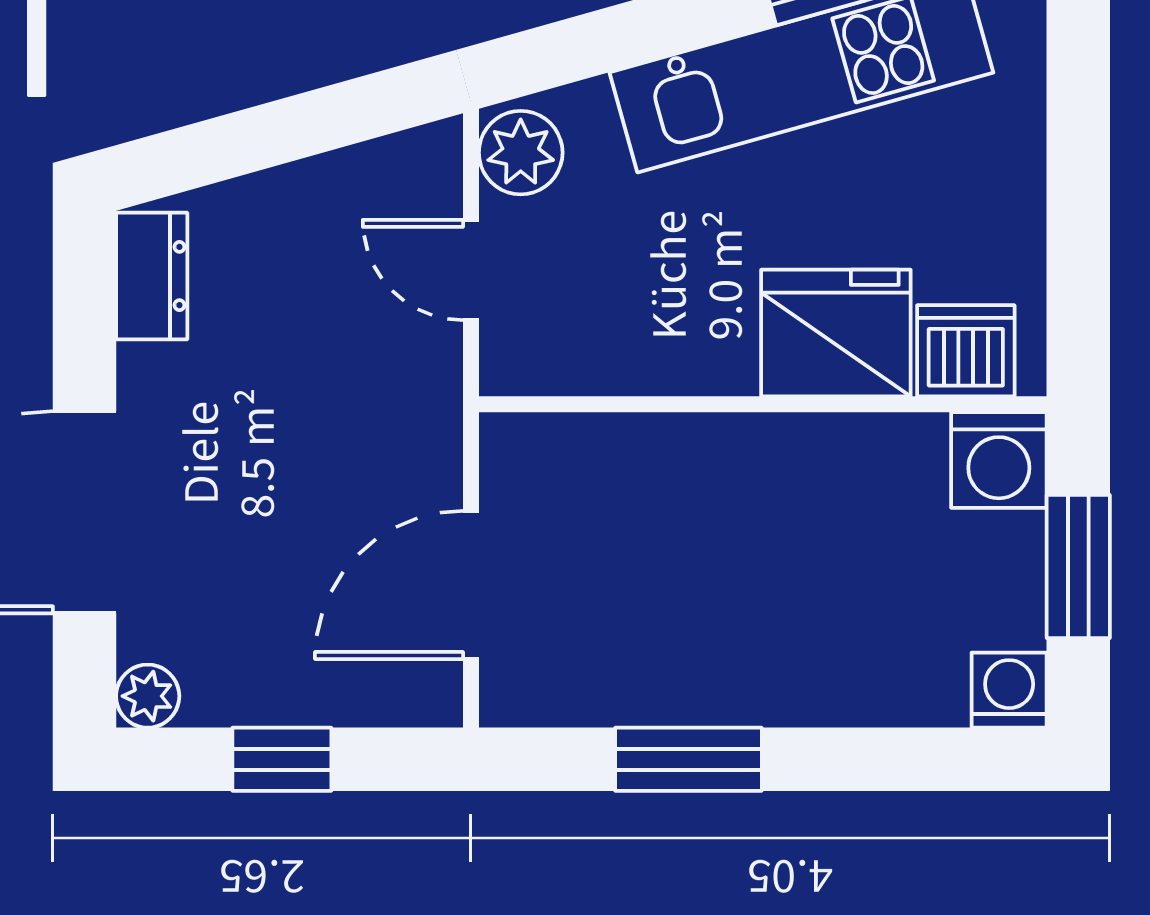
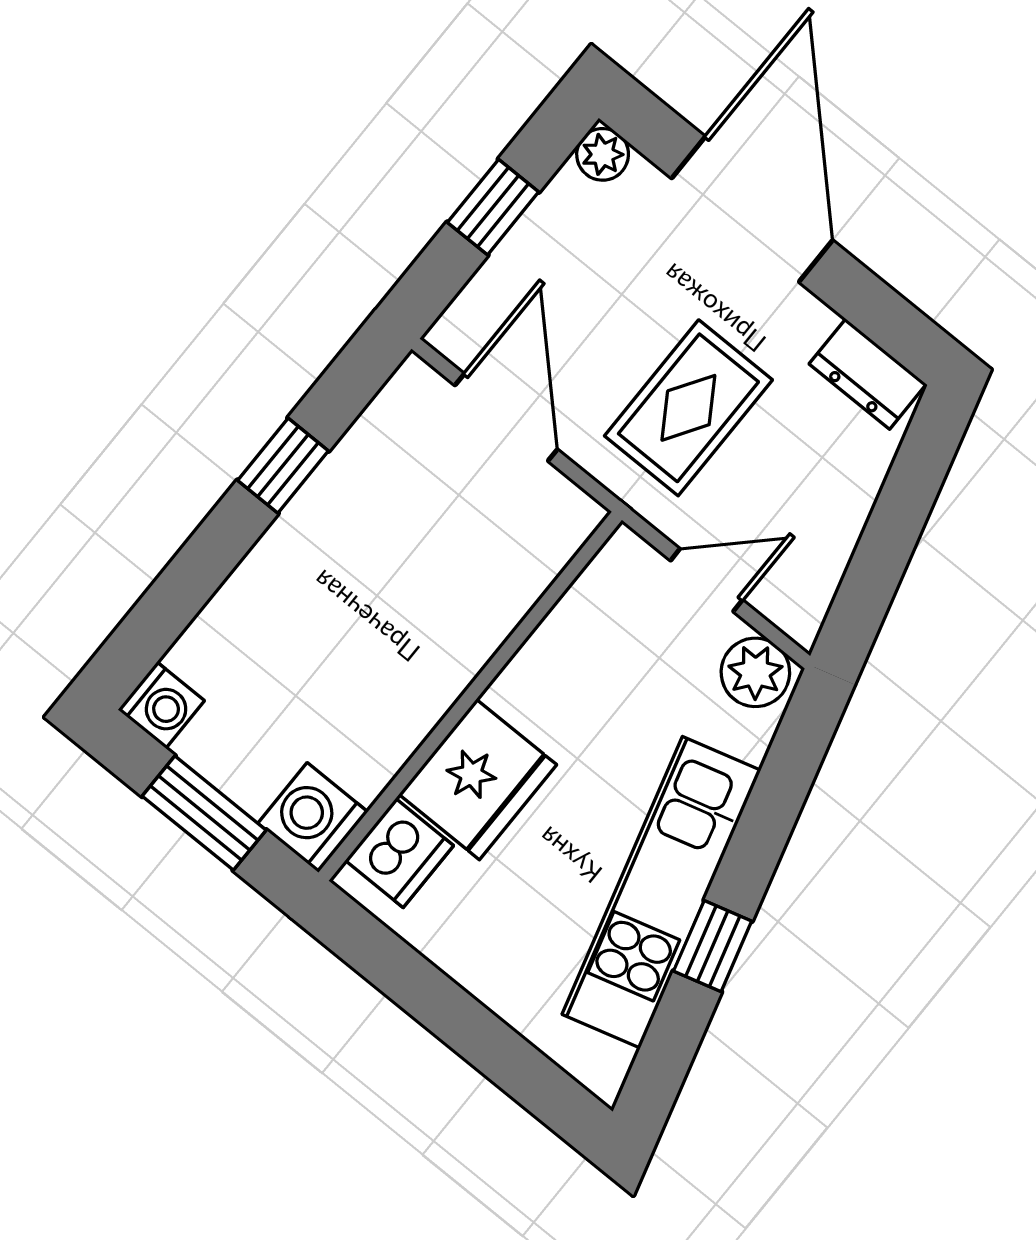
rug: (322, 420) -> (688, 408), added
window: (688, 759) -> (283, 466), width x0.67

